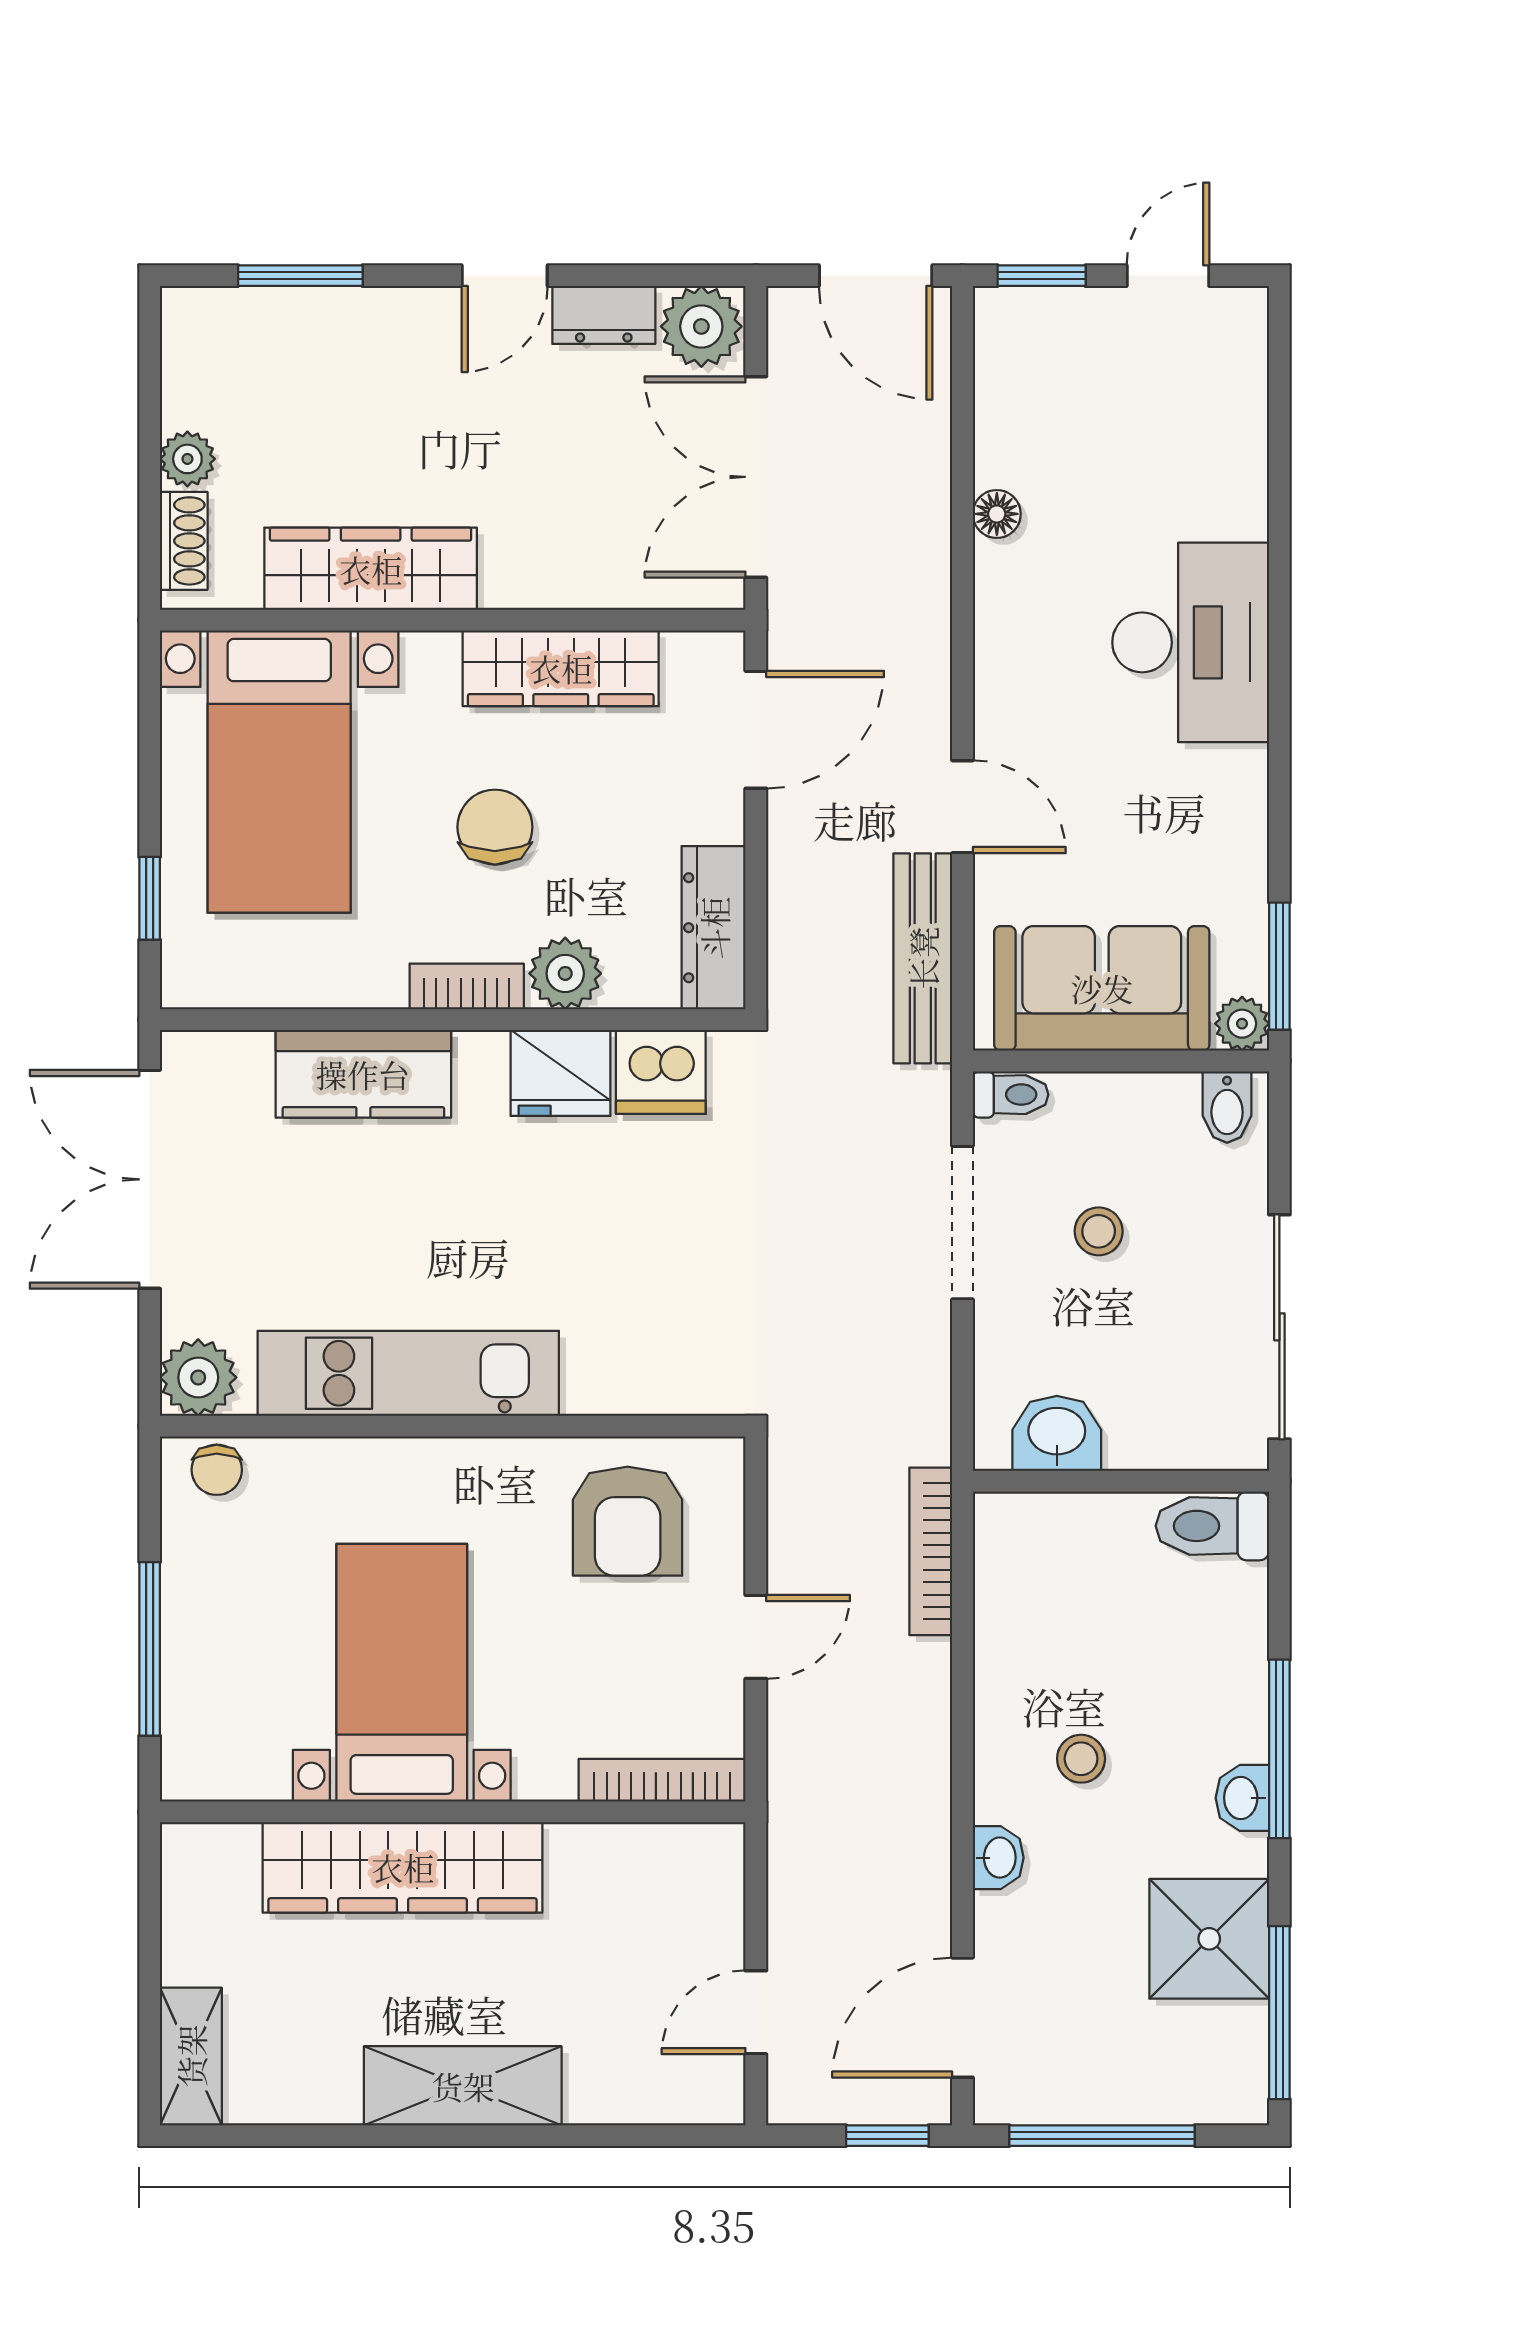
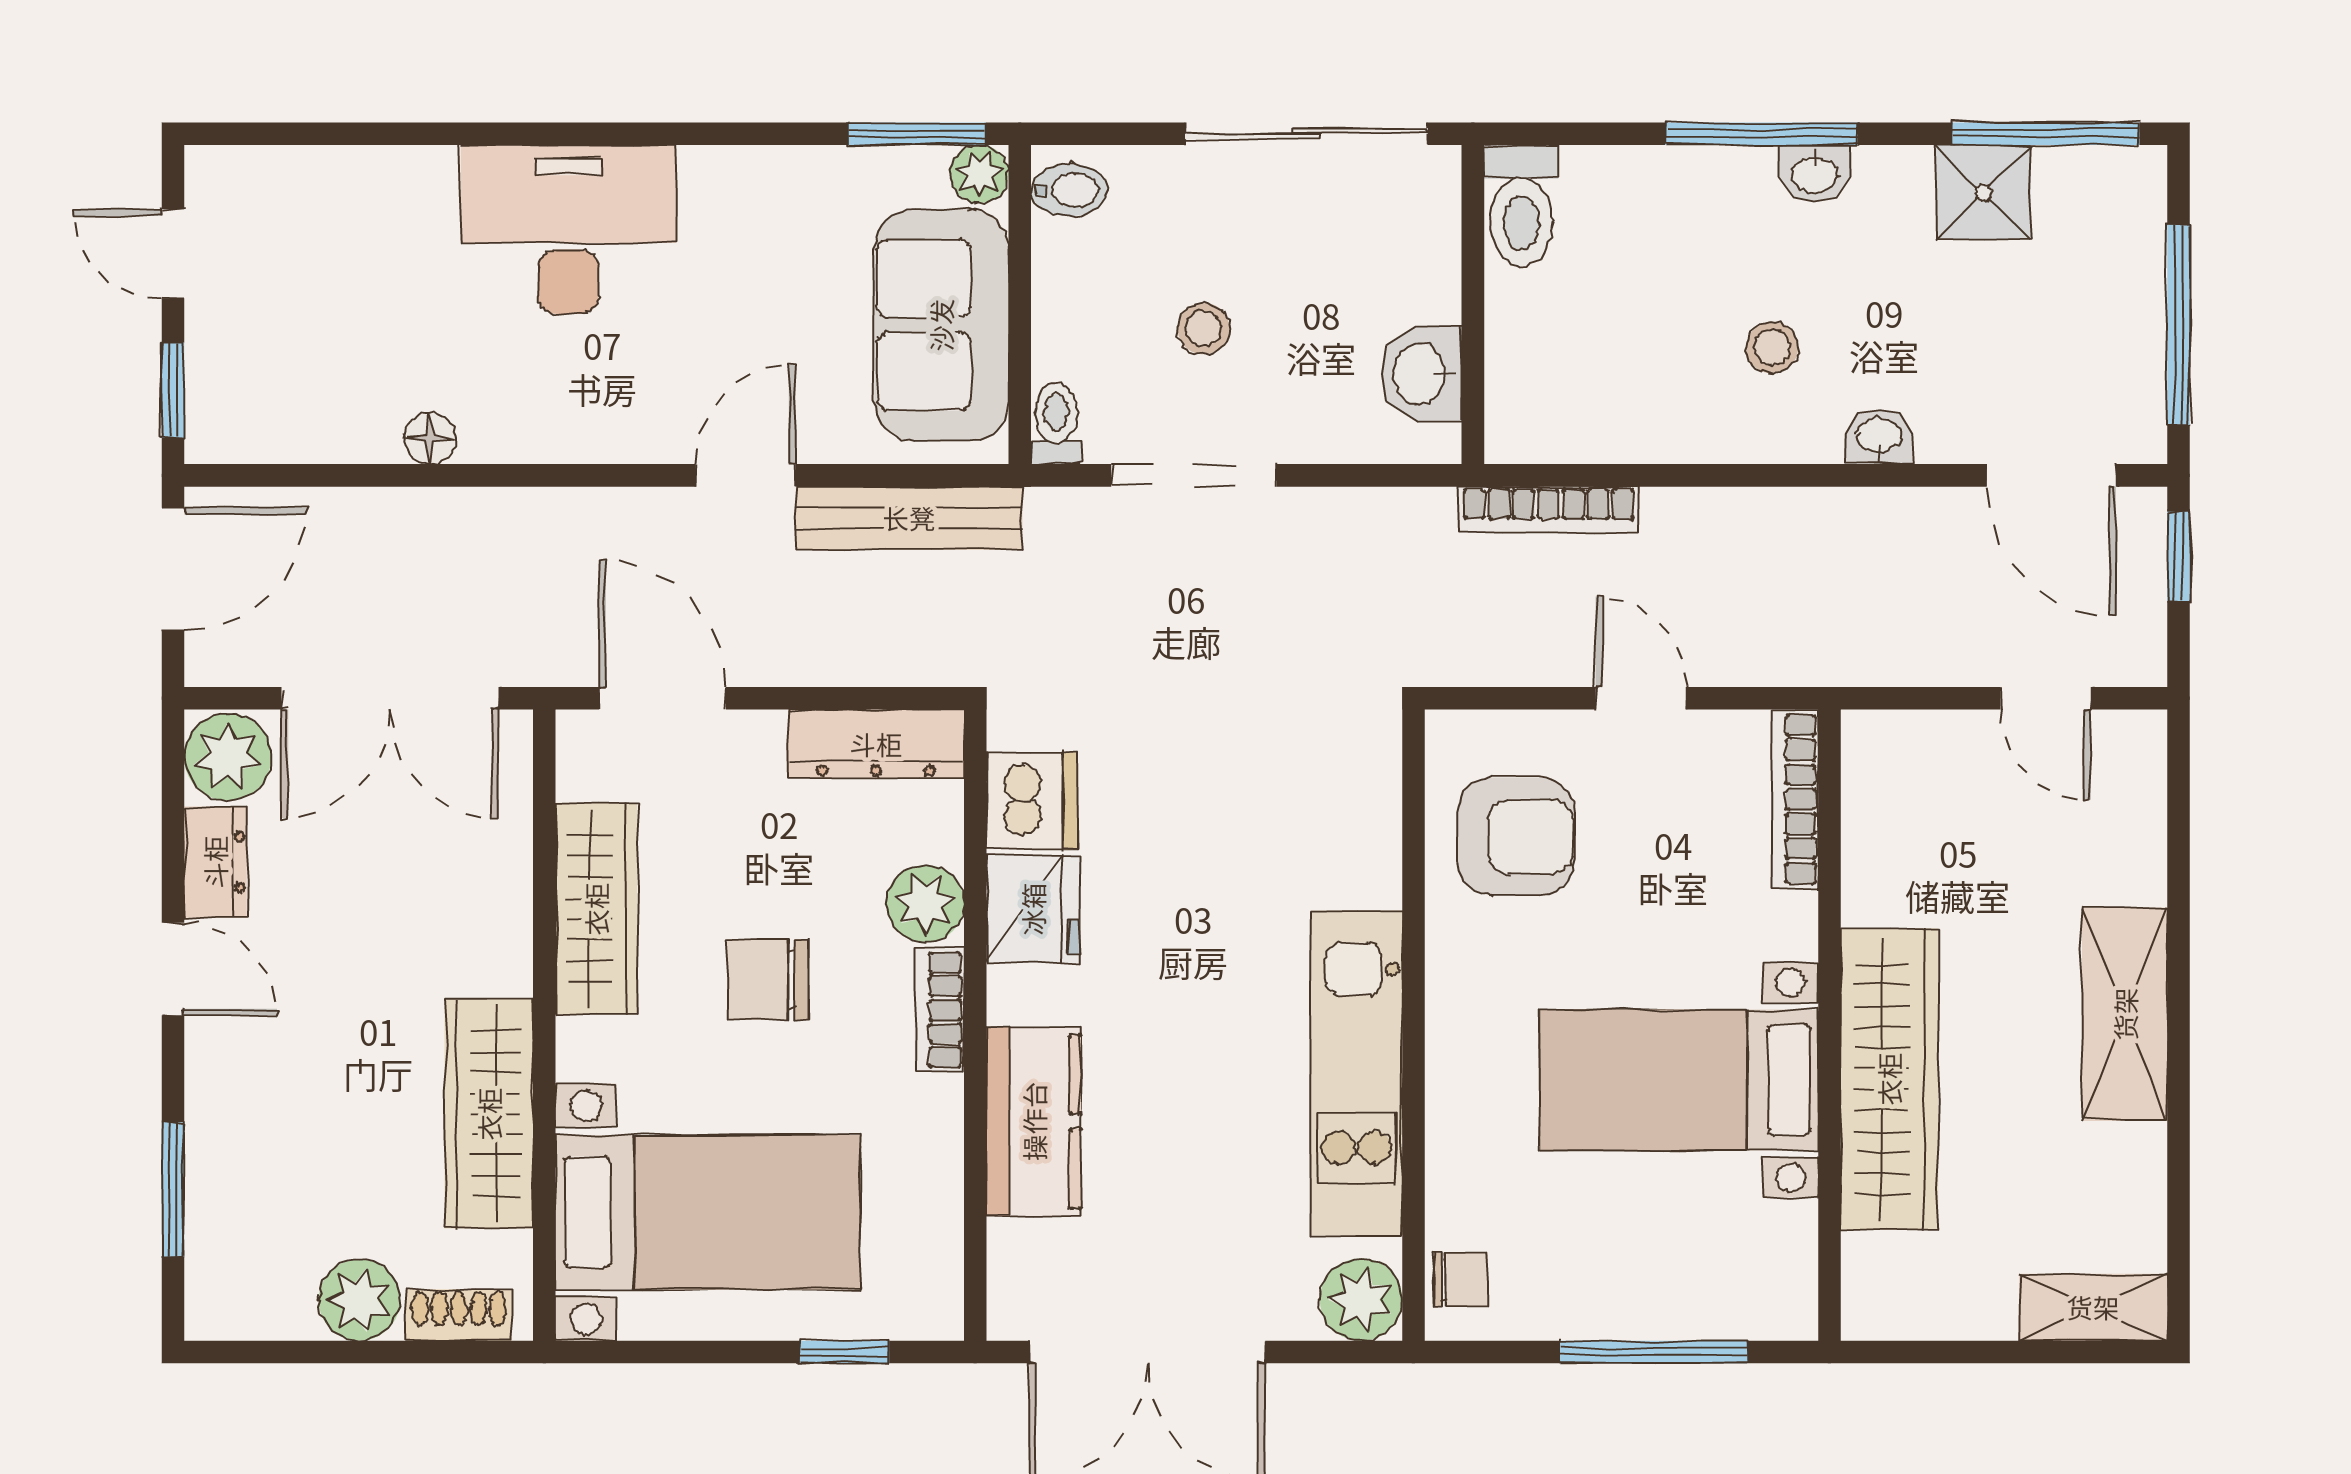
plant: (187, 459) -> (359, 1300), width x1.38, depth x1.38
shower: (1209, 1939) -> (1984, 192), width x0.73, depth x0.73

